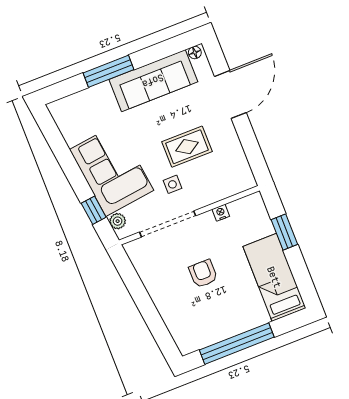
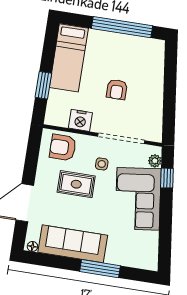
armchair: (224, 178) -> (63, 147), added
nightstand: (221, 213) -> (80, 120), width x1.89, depth x1.79

